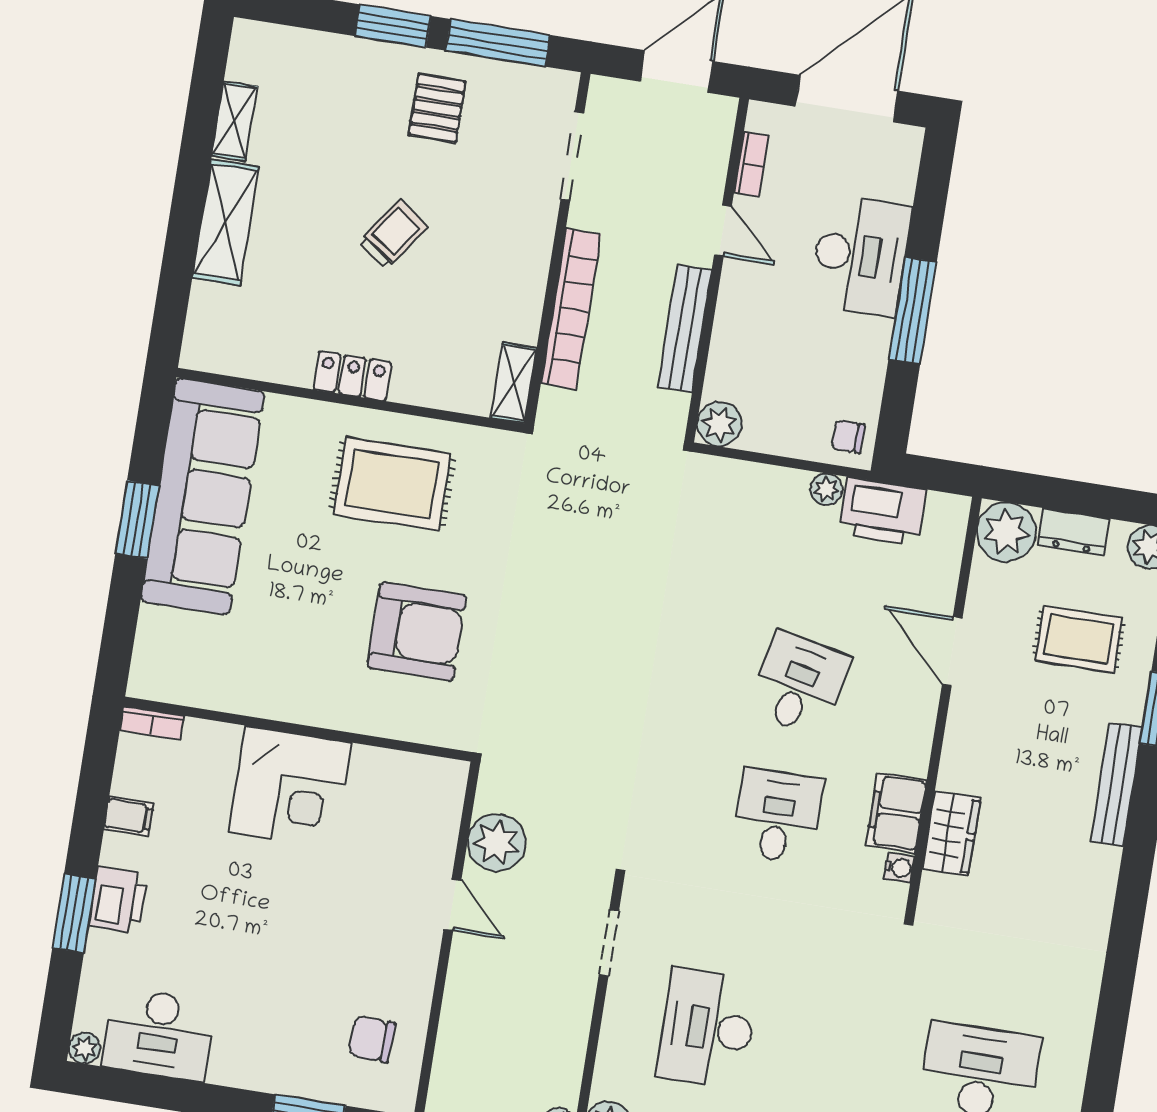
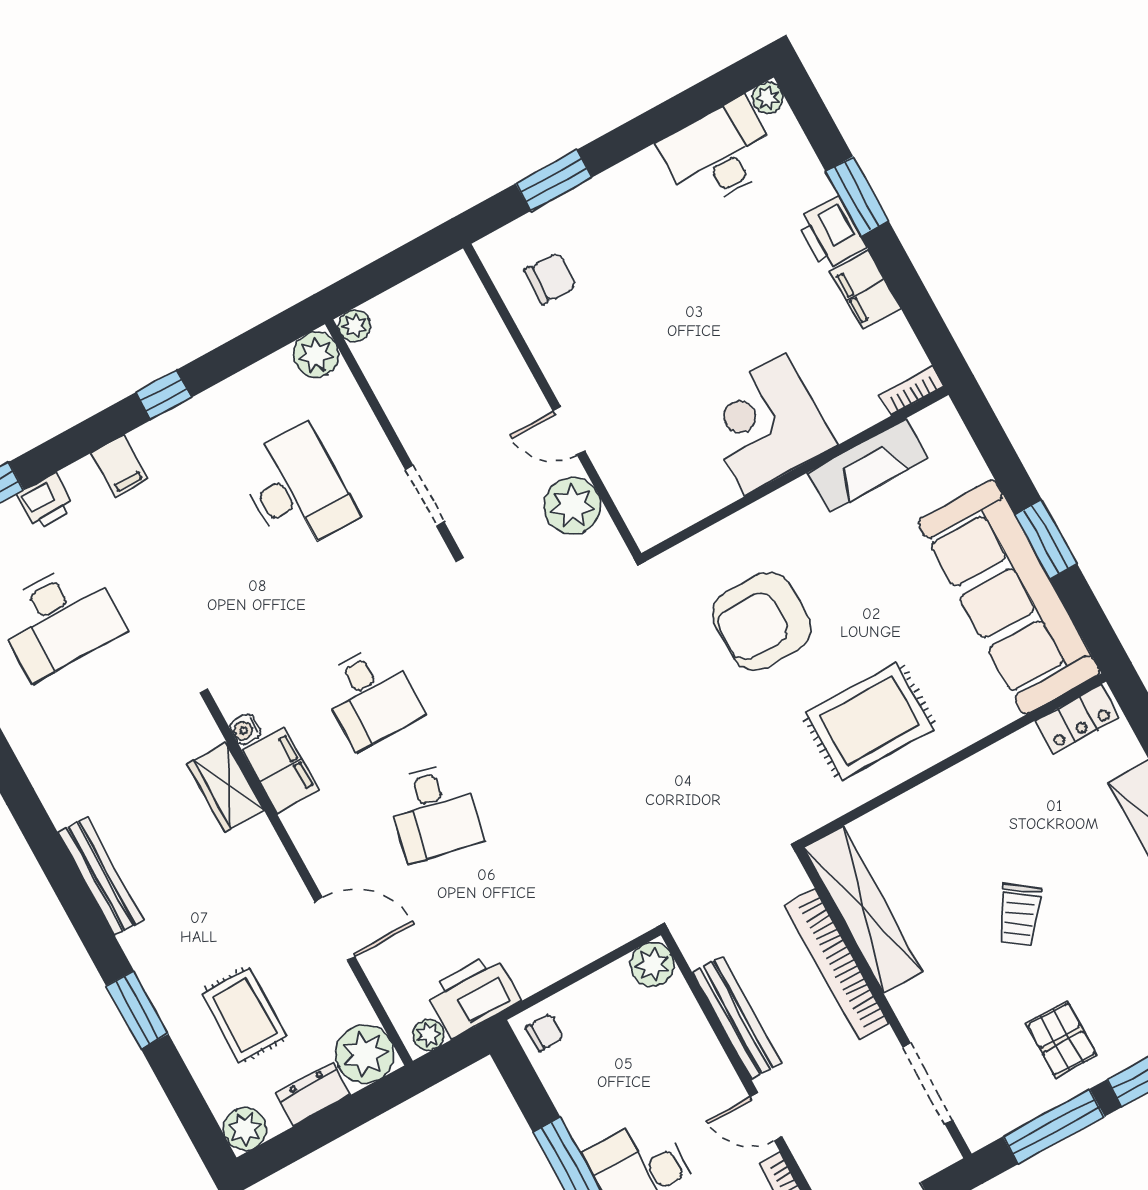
locker: (352, 376) -> (1077, 719), moved
shelving: (514, 383) -> (863, 910), width x2.20, depth x1.33
plant: (826, 489) -> (428, 1035), moved
rug: (1079, 639) -> (244, 1015), turned 90
fireplace: (234, 690) -> (868, 466), added
bench: (1116, 784) -> (101, 876), moved
filing cabinet: (129, 816) -> (865, 290), width x2.00

